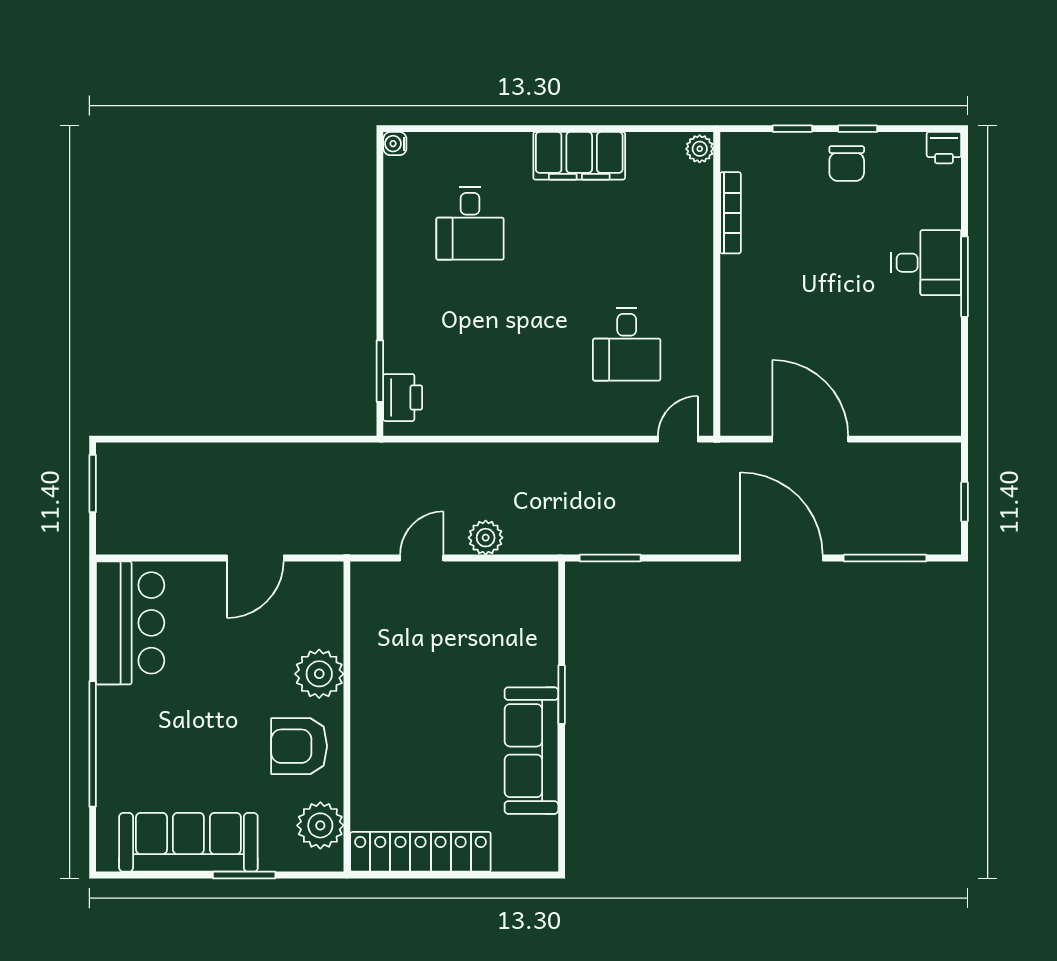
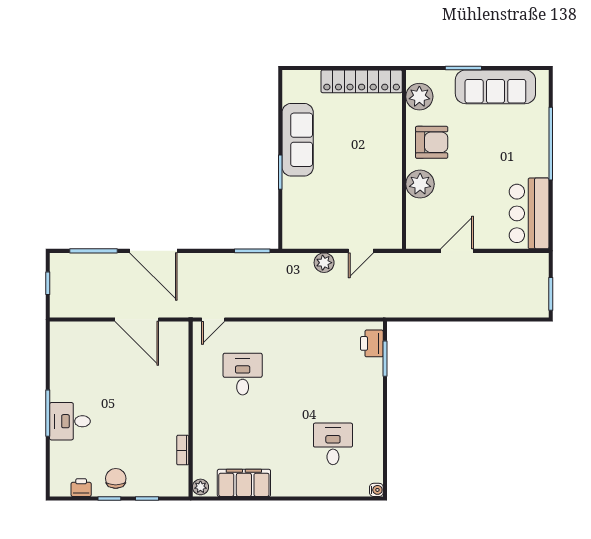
printer: (944, 148) -> (81, 488), moved
filing cabinet: (579, 156) -> (244, 483), moved
bookcase: (730, 213) -> (183, 450), width x0.64

